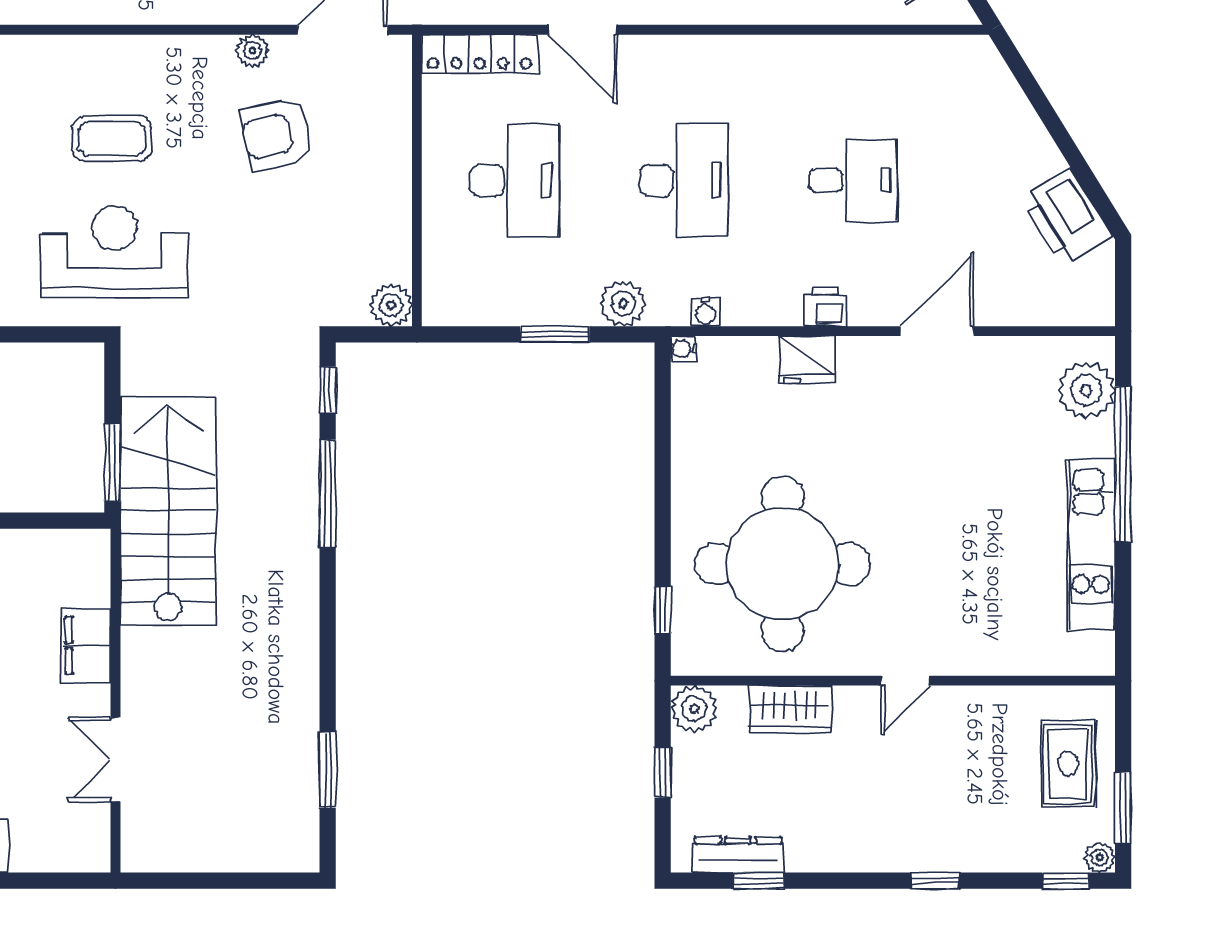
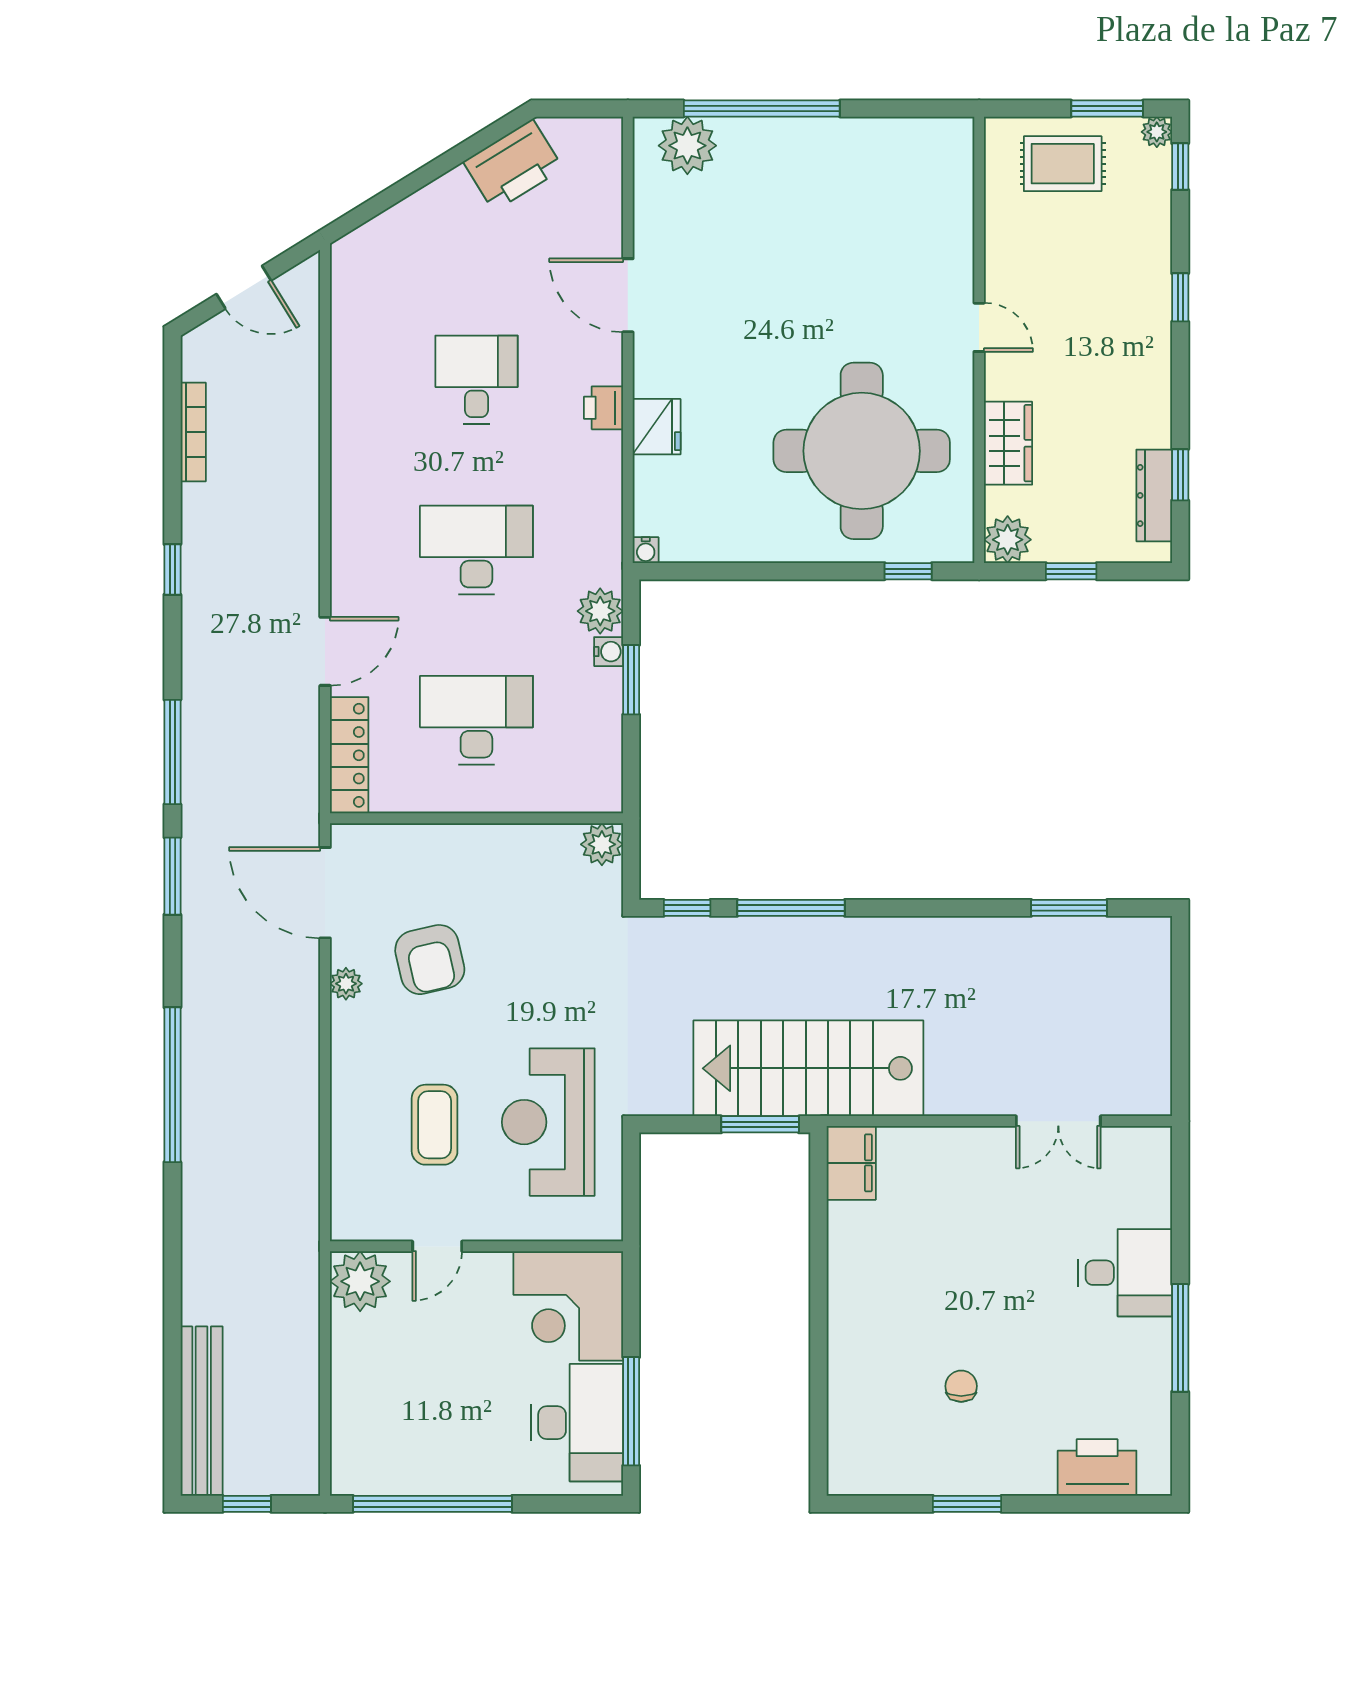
water cooler: (705, 312) -> (609, 652), moved
kitchen unit: (1091, 545) -> (843, 141), removed
filing cabinet: (86, 645) -> (851, 1163), moved, turned -90

